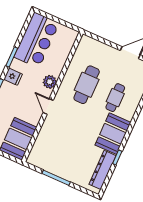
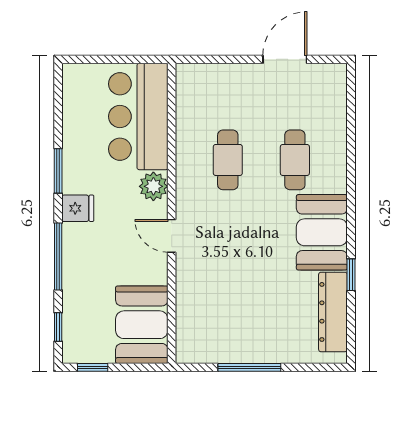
bar counter: (37, 40) -> (138, 116), moved, turned 180
cafe table: (87, 85) -> (228, 160), width x0.73, depth x0.74

